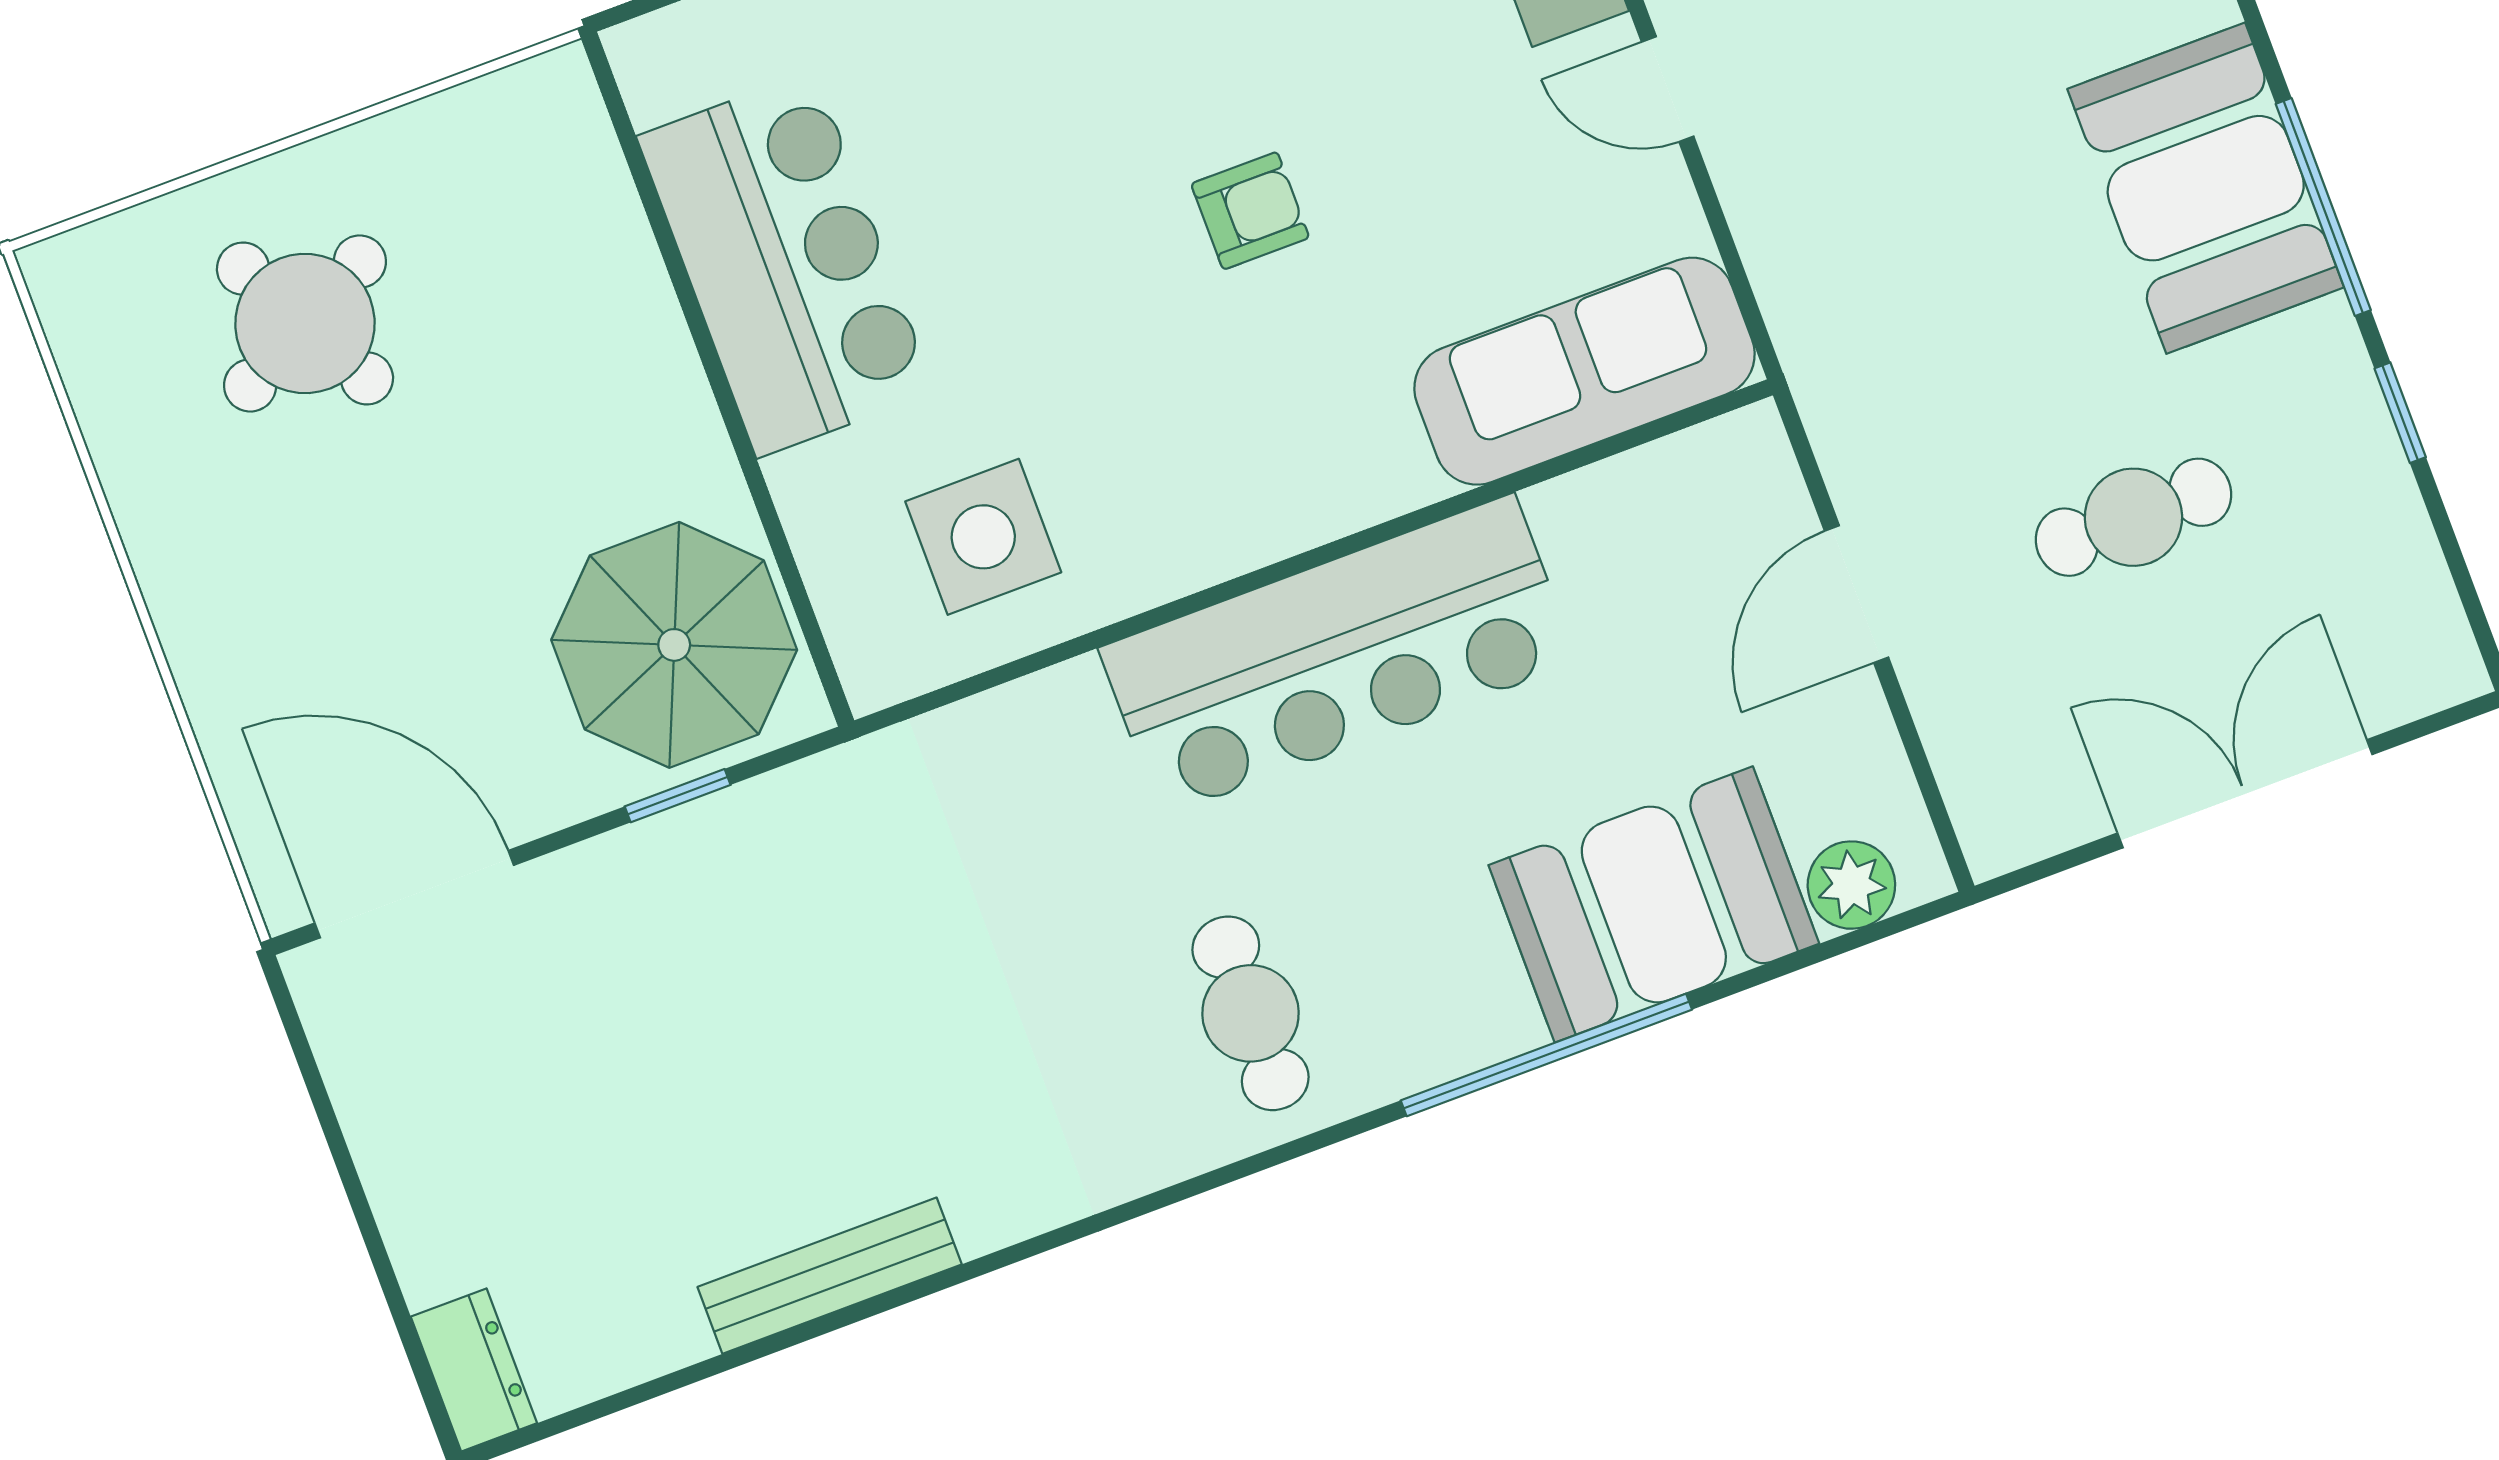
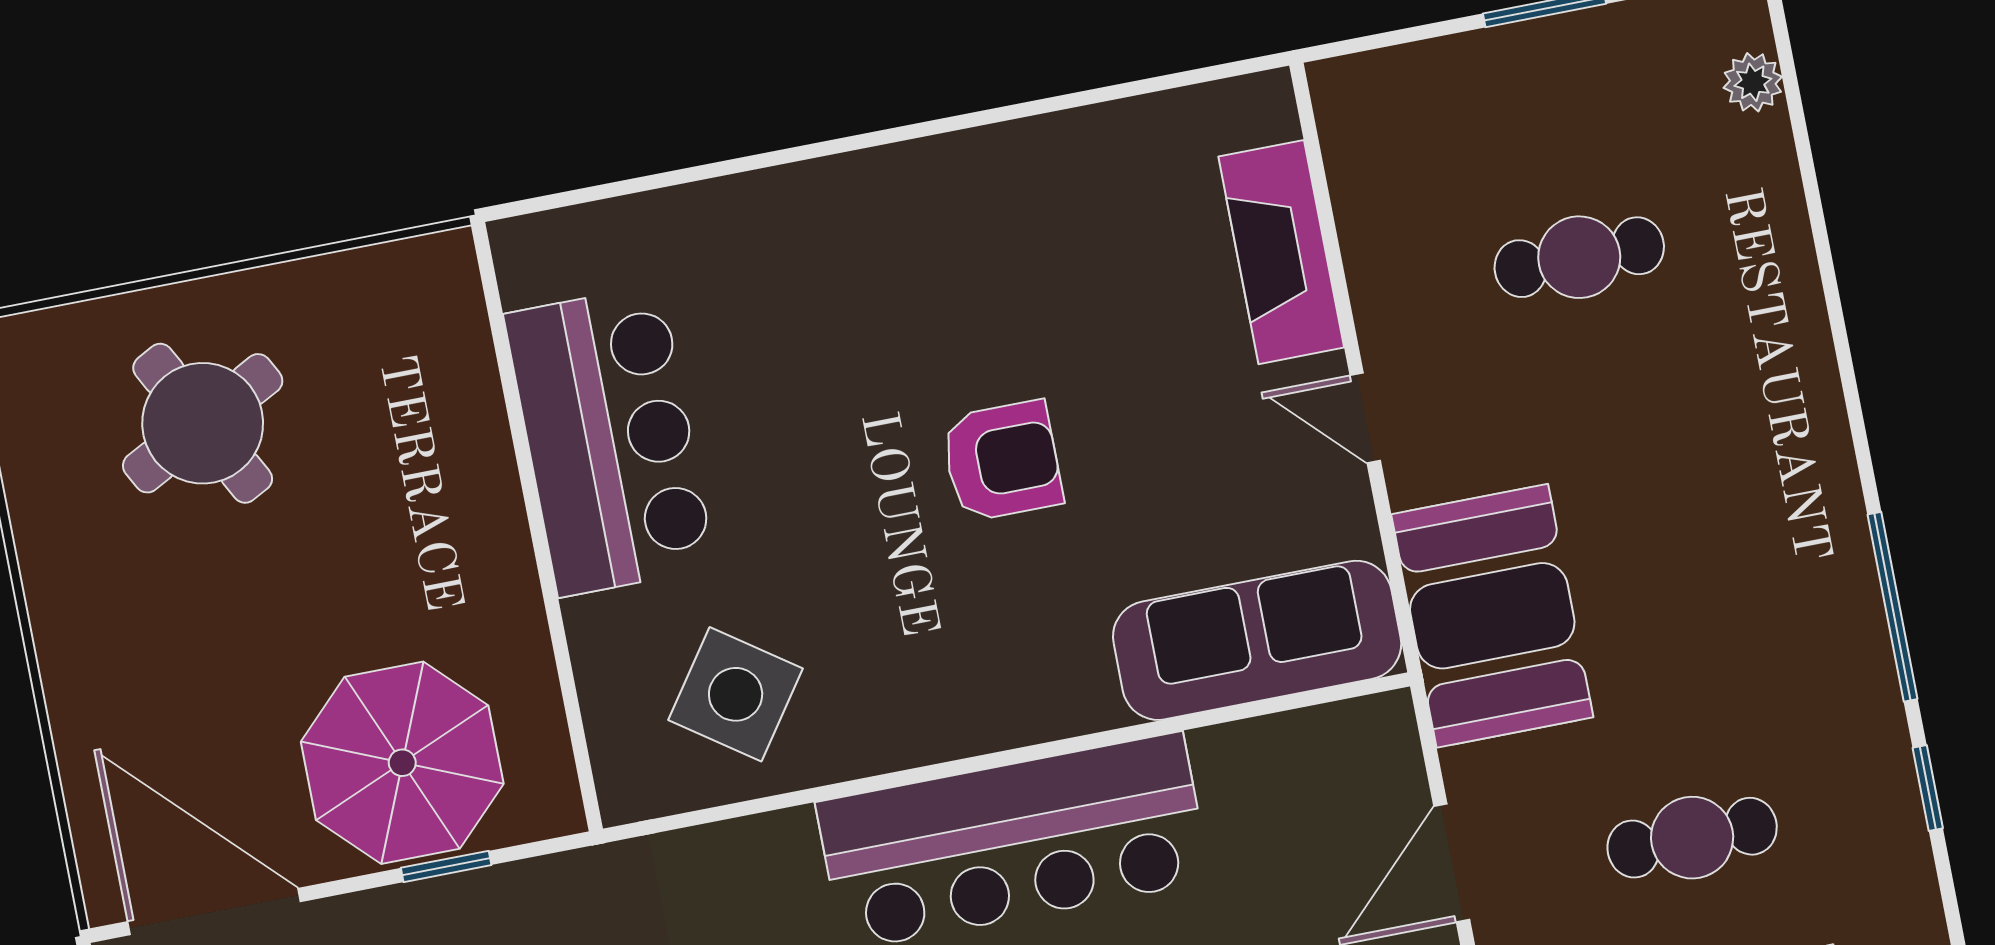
booth: (2206, 188) -> (1492, 616), moved
armchair: (1250, 211) -> (1002, 461), width x1.38, depth x1.38
side table: (983, 537) -> (736, 694), turned 35
parasol: (674, 645) -> (402, 763), moved

